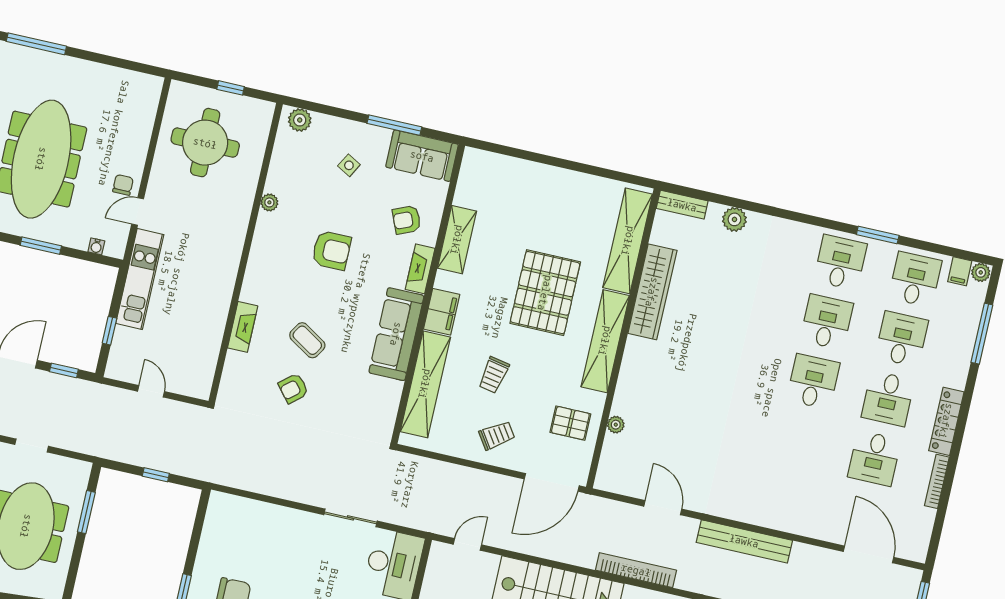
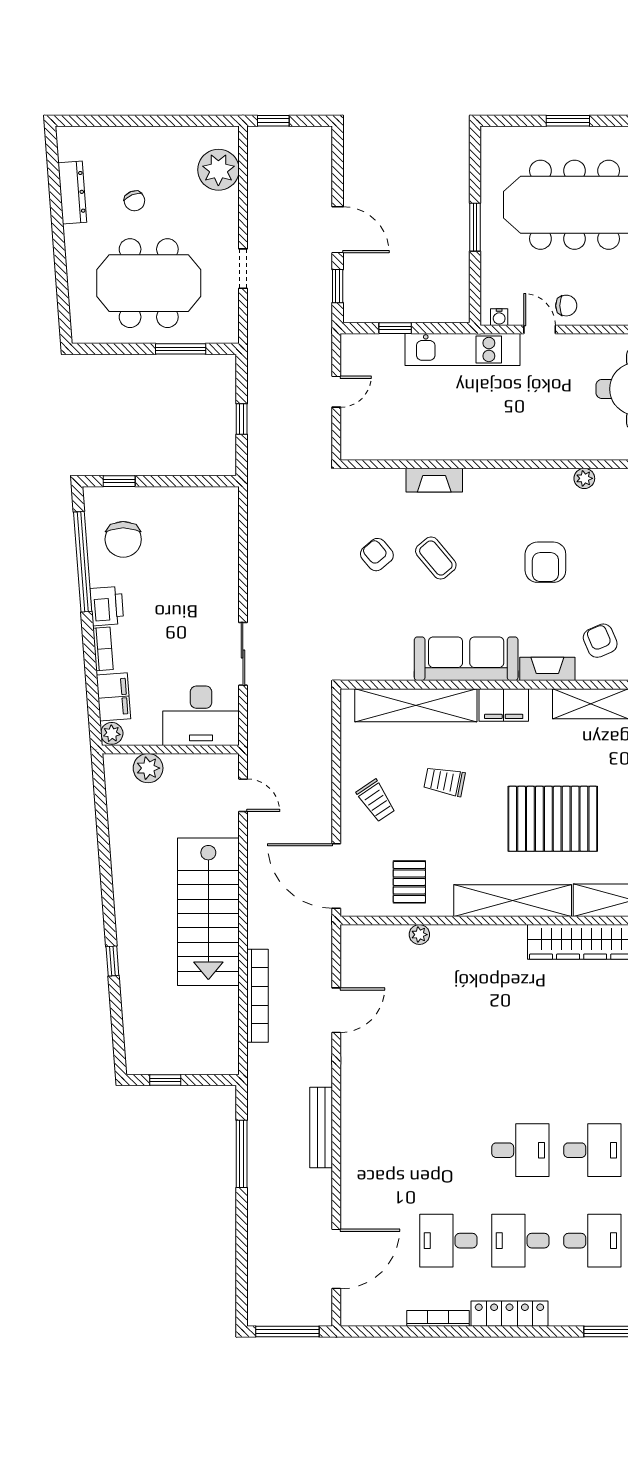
water cooler: (96, 246) -> (499, 317), moved, turned -90
coffee table: (307, 340) -> (436, 558), turned -72
bench: (744, 541) -> (321, 1128), width x0.73, depth x0.82

